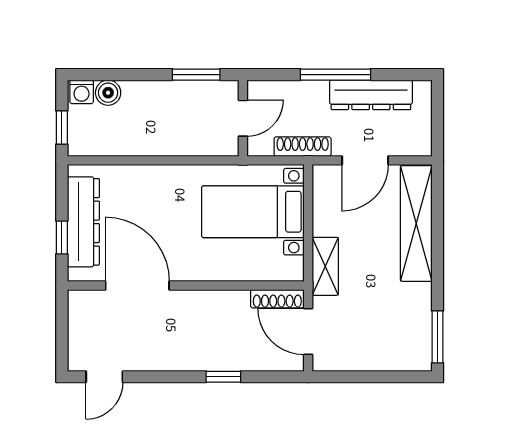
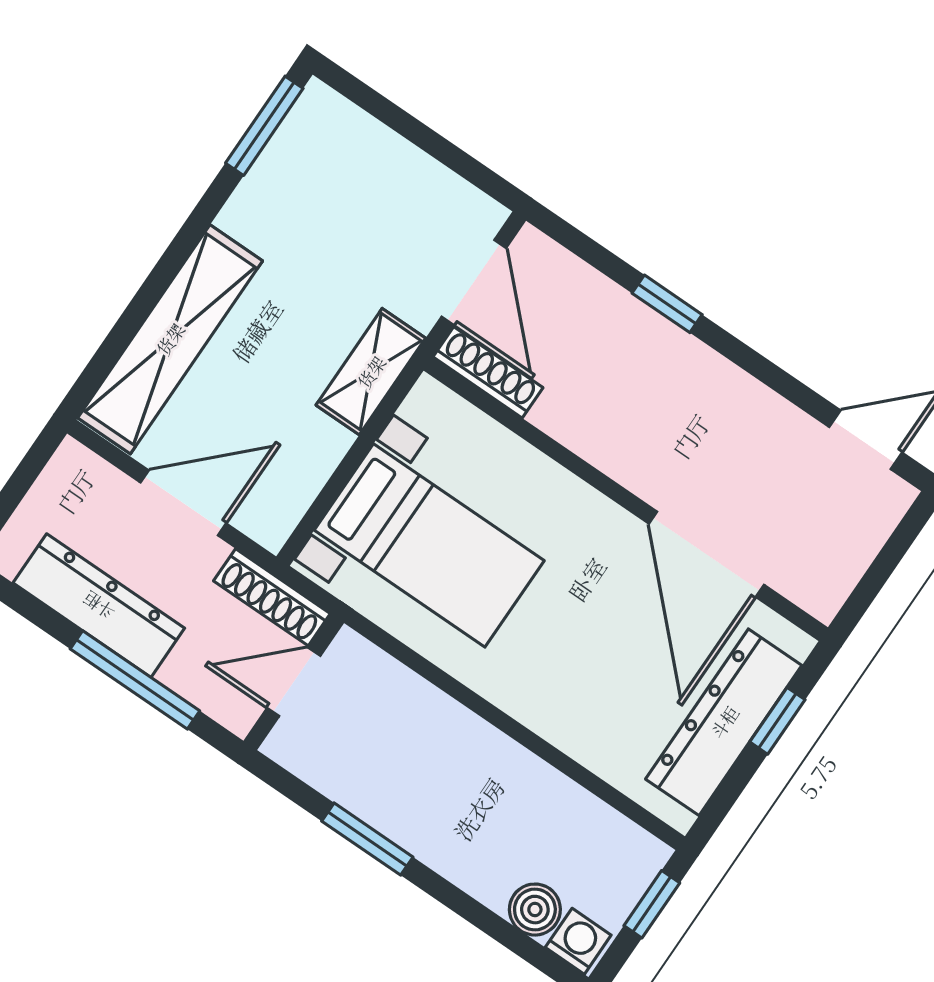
door: (243, 118) -> (294, 682), moved
wall: (243, 118) -> (294, 682), moved

